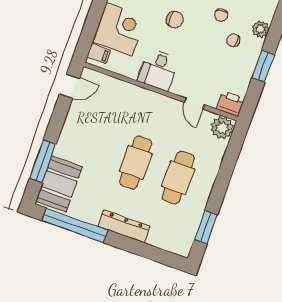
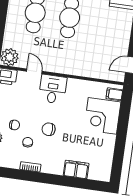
chair: (175, 20) -> (49, 129), moved
desk: (158, 70) -> (53, 89), moved

